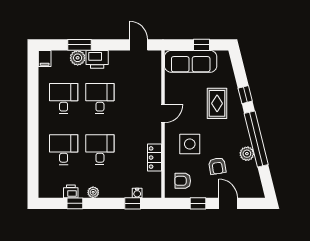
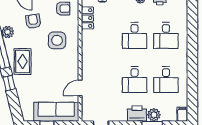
rug: (217, 103) -> (23, 62), moved
door: (163, 114) -> (80, 88), moved
locker: (154, 158) -> (87, 18), moved

